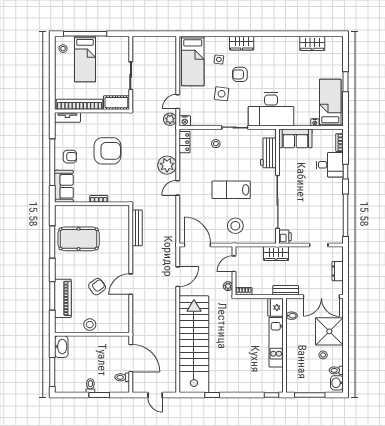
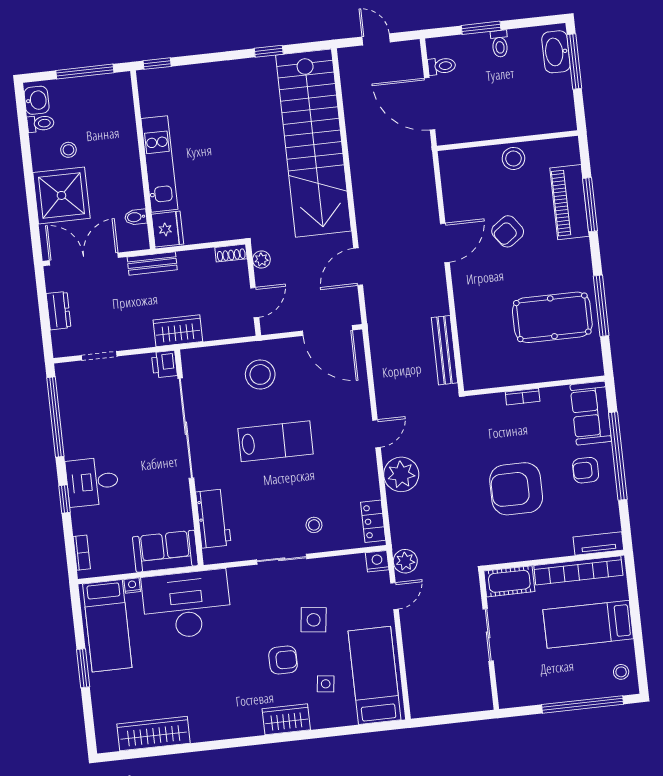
wardrobe: (312, 43) -> (153, 734), width x1.50
bed: (85, 59) -> (588, 624), moved, turned -90
desk: (271, 109) -> (187, 605), moved
desk: (330, 165) -> (92, 482), moved
washbasin: (61, 347) -> (556, 52), moved

